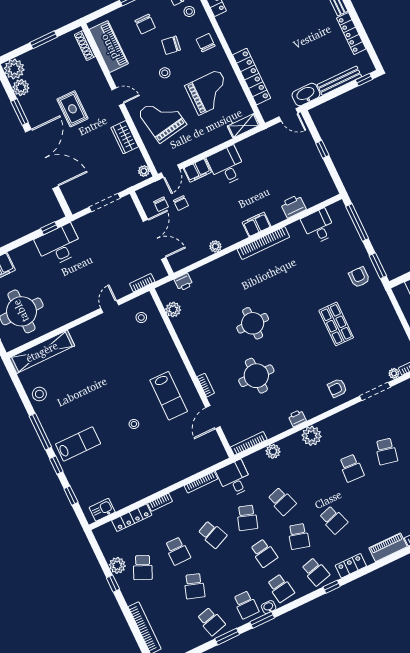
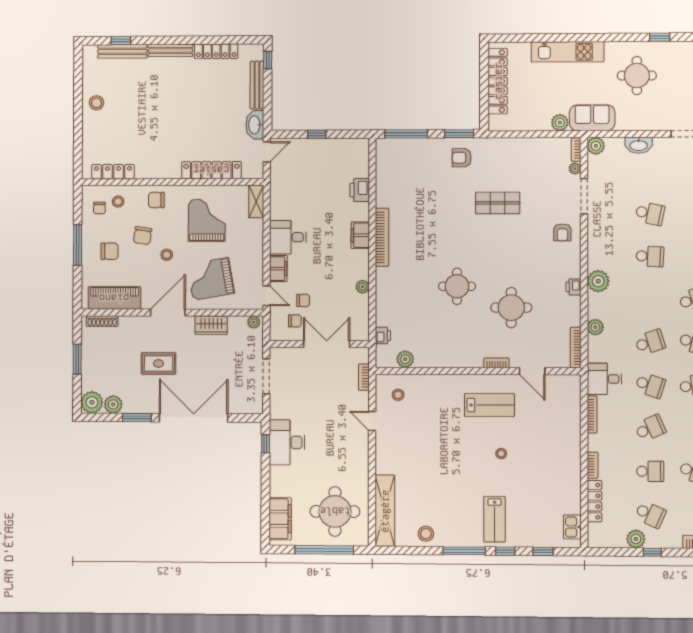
door: (118, 97) -> (168, 313), width x1.87
desk: (319, 226) -> (392, 174), removed
lab bench: (78, 444) -> (495, 519), turned 180

